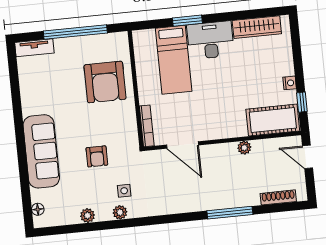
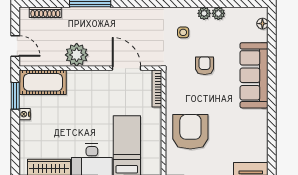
window: (302, 102) -> (15, 96), width x1.50
plant: (244, 148) -> (77, 55), width x1.88, depth x1.88
plant: (120, 212) -> (204, 13), moved

